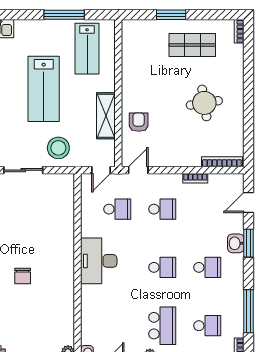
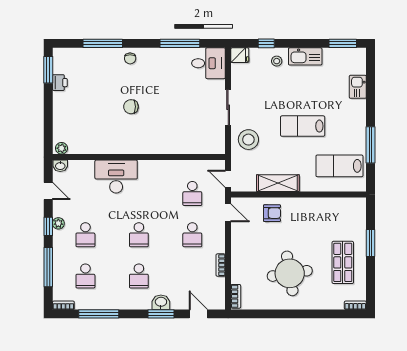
lab bench: (44, 89) -> (303, 126), width x0.73, depth x0.72
round table: (204, 103) -> (290, 273), width x1.36, depth x1.36
bookcase: (222, 162) -> (236, 296), width x0.64
desk: (99, 261) -> (116, 177), moved
school desk: (162, 326) -> (85, 235), width x0.54

